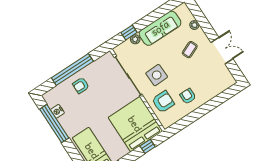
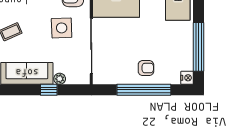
window: (129, 32) -> (49, 90), moved
nightstand: (57, 111) -> (187, 78), moved

